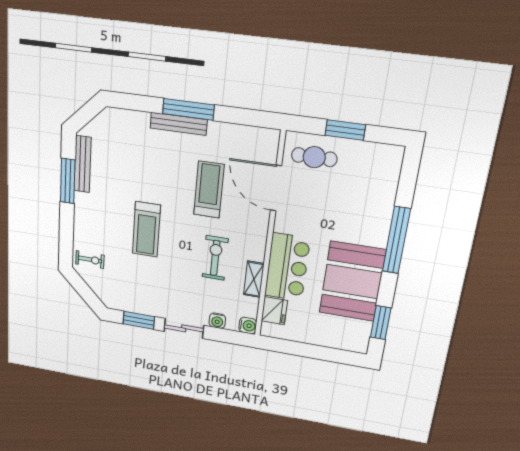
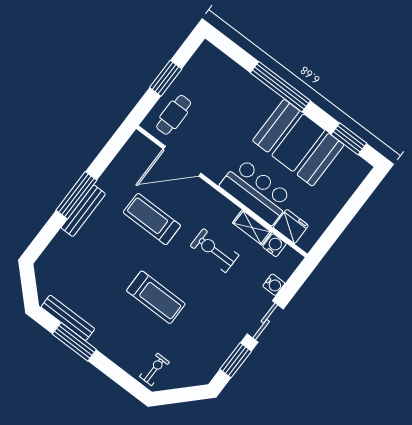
water cooler: (248, 326) -> (274, 245), moved

